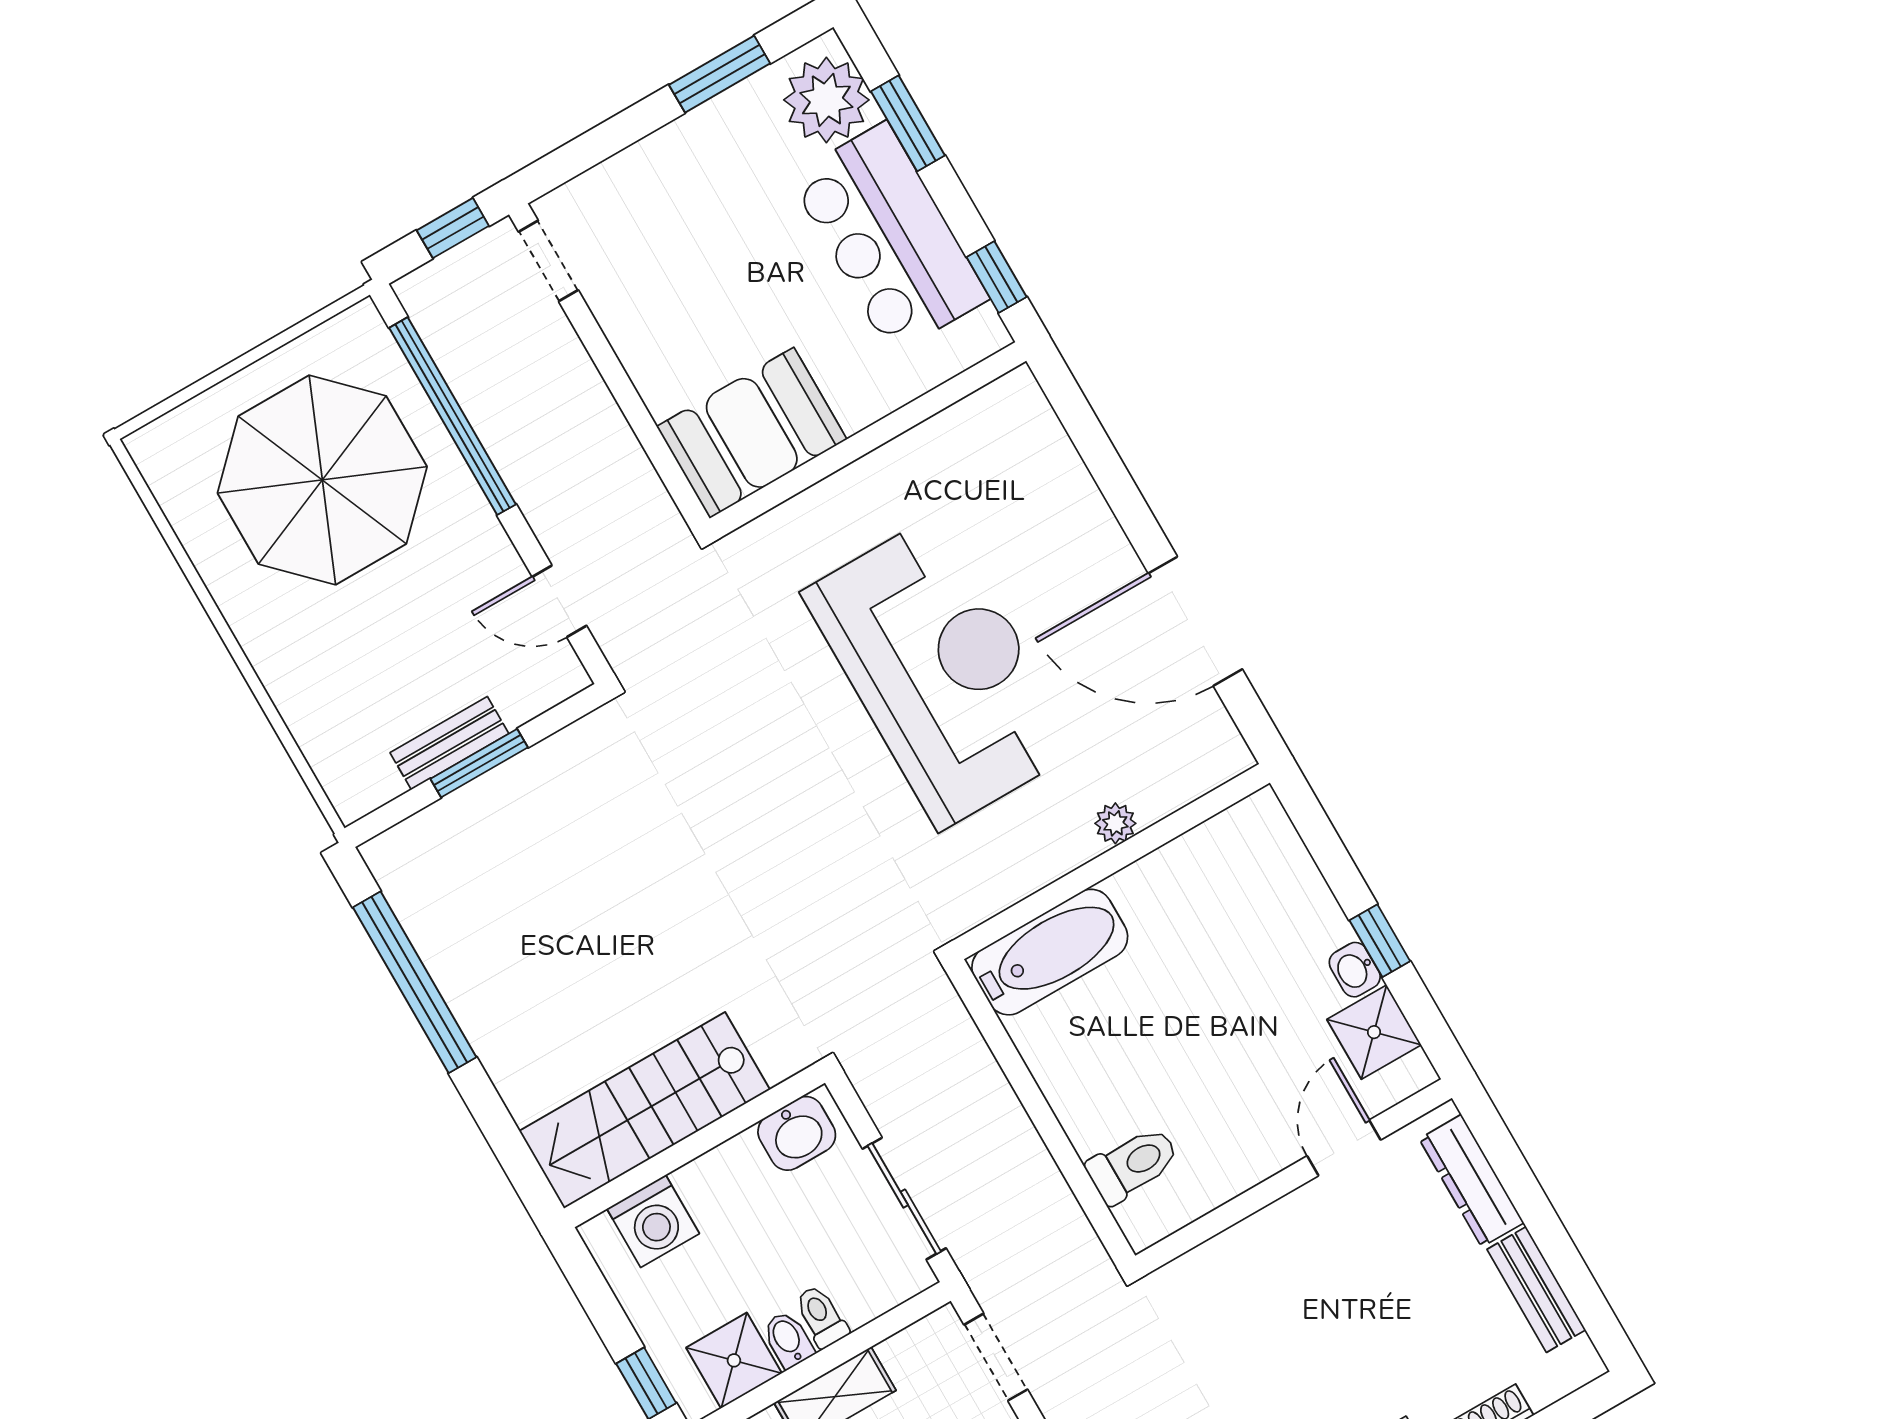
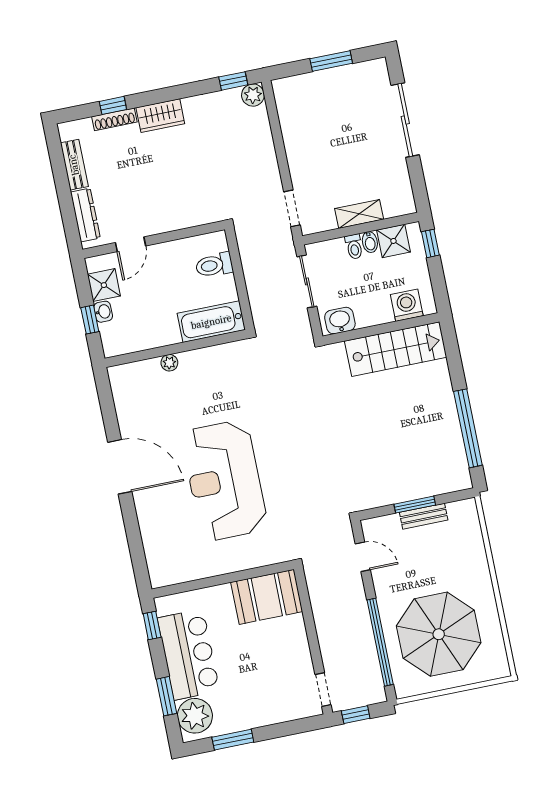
plant: (1115, 823) -> (169, 363), moved
wall: (1112, 862) -> (176, 348), moved
bathtub: (1050, 952) -> (211, 322), moved

